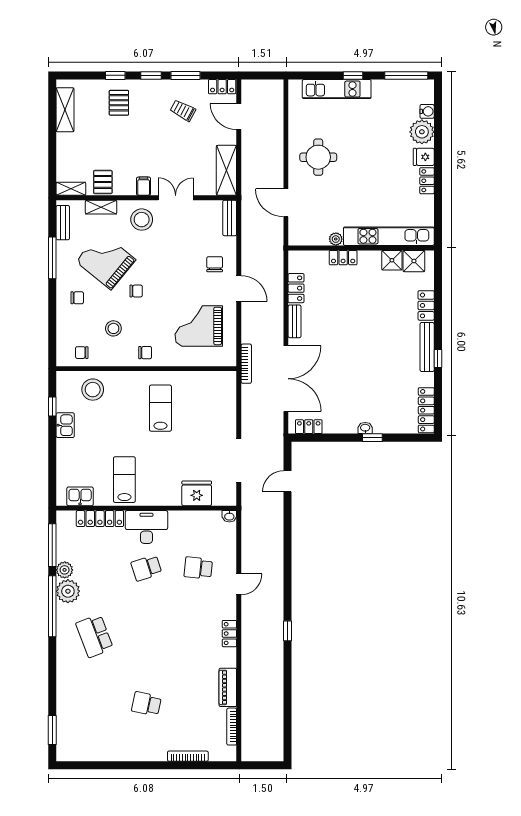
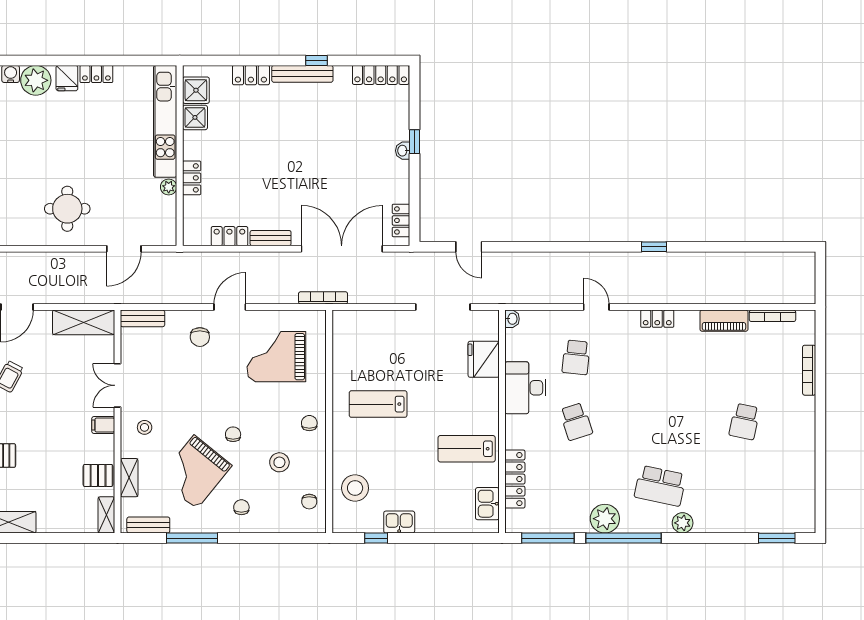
stool: (142, 220) -> (145, 427), width x0.53, depth x0.53
chair: (215, 264) -> (200, 337), turned -90
grand piano: (199, 326) -> (276, 357), turned 90
desk: (146, 527) -> (525, 388), moved
plant: (65, 570) -> (683, 523), moved
school desk: (95, 636) -> (660, 486), turned 33

